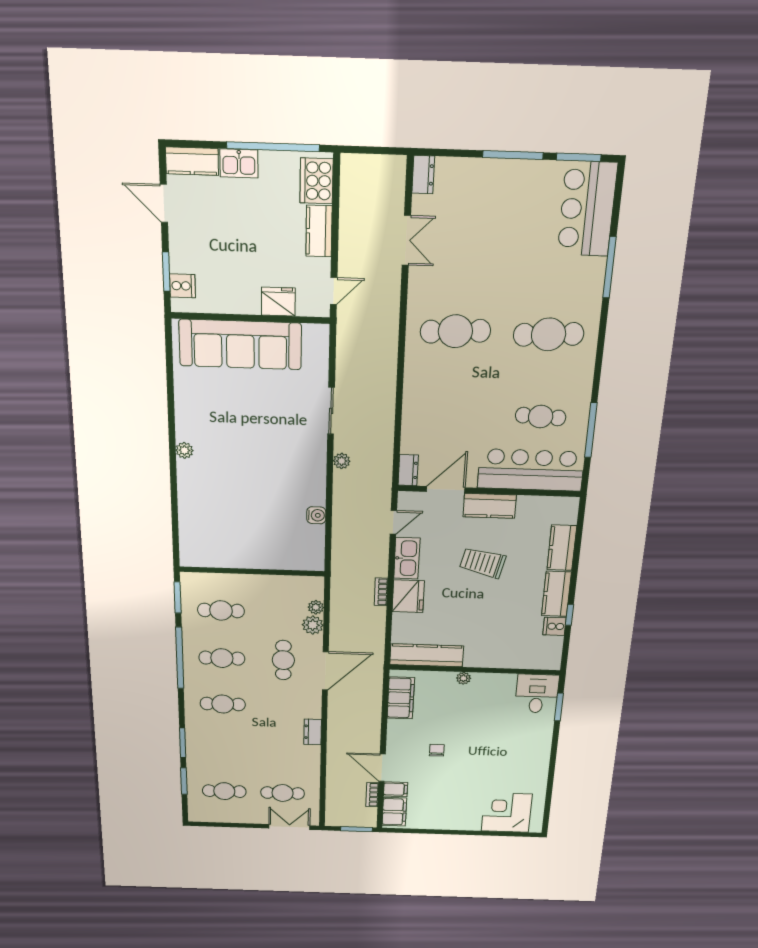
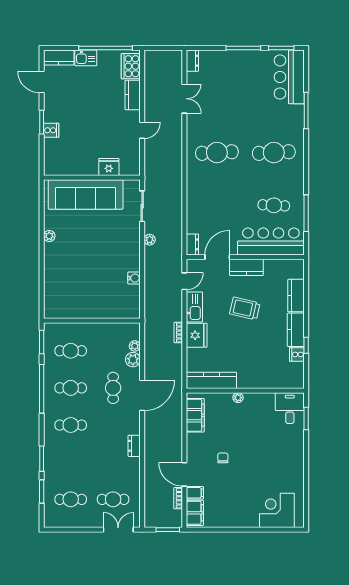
fridge: (278, 302) -> (109, 167), moved
wall: (250, 318) -> (92, 178), moved
sofa: (240, 344) -> (86, 194), moved

